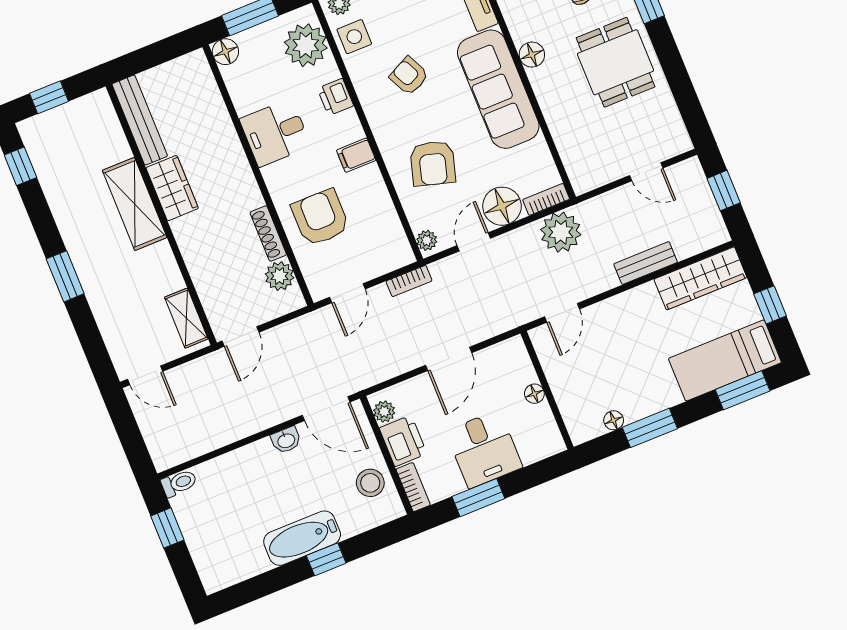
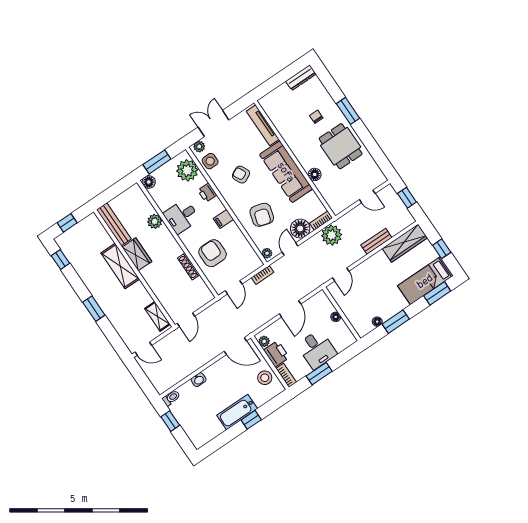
floor lamp: (532, 55) -> (315, 174), moved
plant: (280, 276) -> (155, 221), moved
washbasin: (286, 440) -> (199, 380), moved

